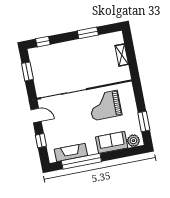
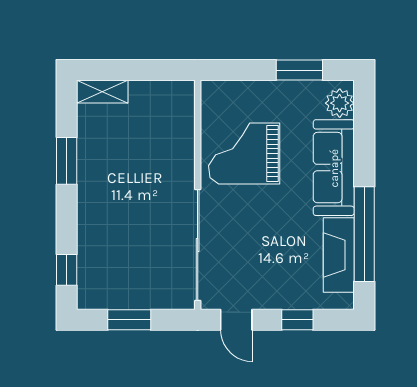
shelving: (122, 55) -> (102, 92), moved
grand piano: (105, 105) -> (244, 153), turned 90
door: (36, 115) -> (236, 320), swing flipped
sofa: (112, 142) -> (334, 168), width x1.36

